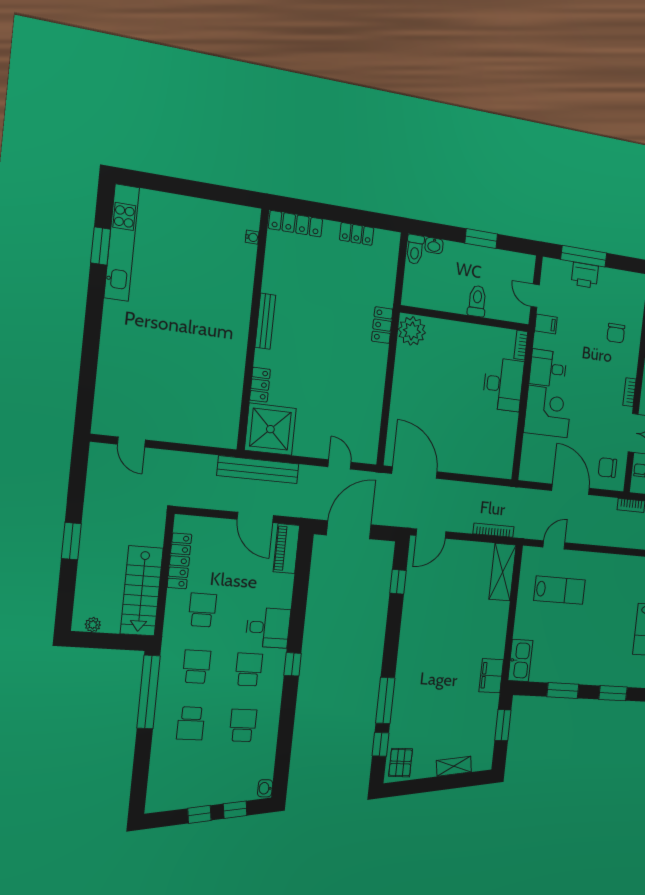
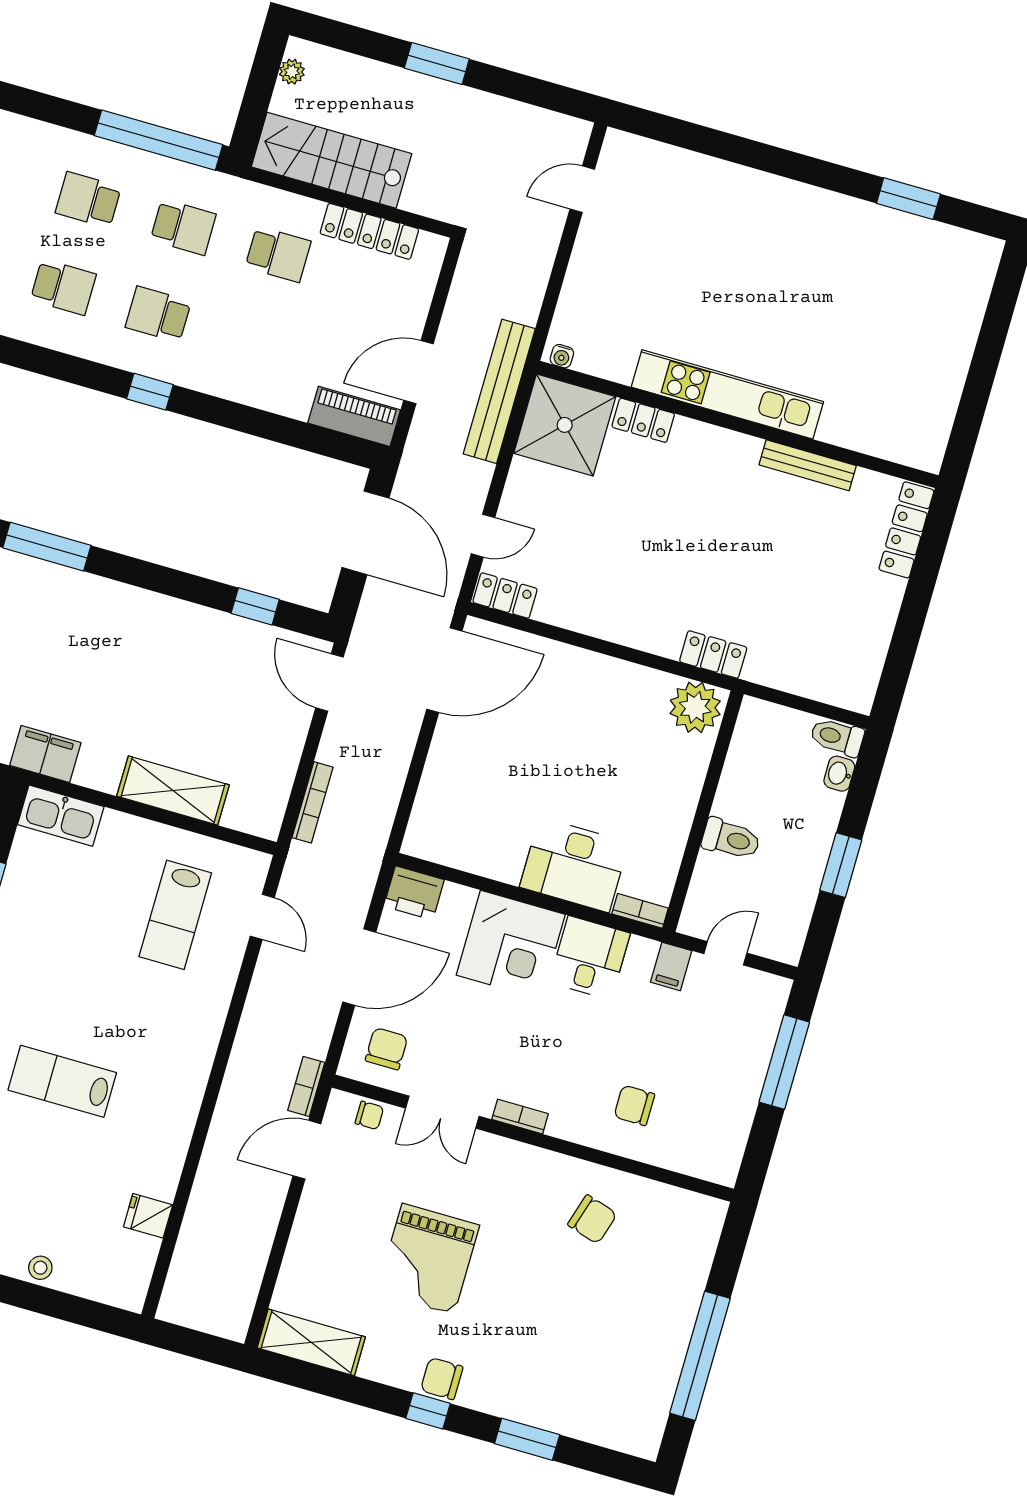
locker: (357, 234) -> (505, 596), moved, turned 90
water cooler: (252, 237) -> (562, 356), moved
kitchen unit: (122, 243) -> (727, 394), moved, turned 180
printer: (585, 275) -> (414, 893), moved, turned -90
bench: (265, 321) -> (808, 465), moved
shelving: (503, 572) -> (173, 790), moved
desk: (268, 628) -> (223, 360), removed
school desk: (249, 670) -> (158, 314), turned 180

